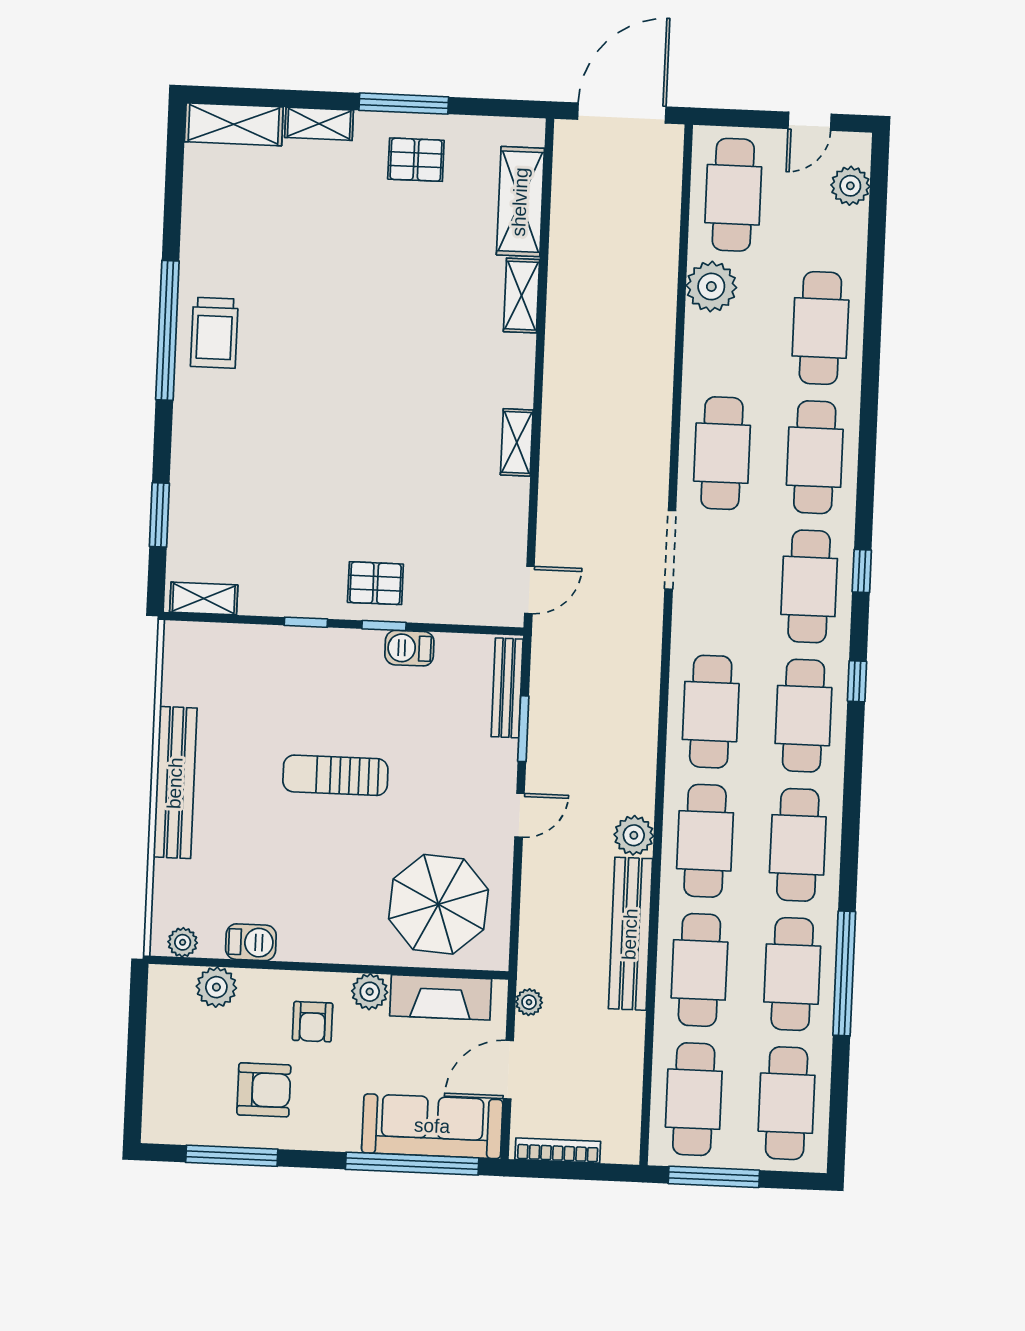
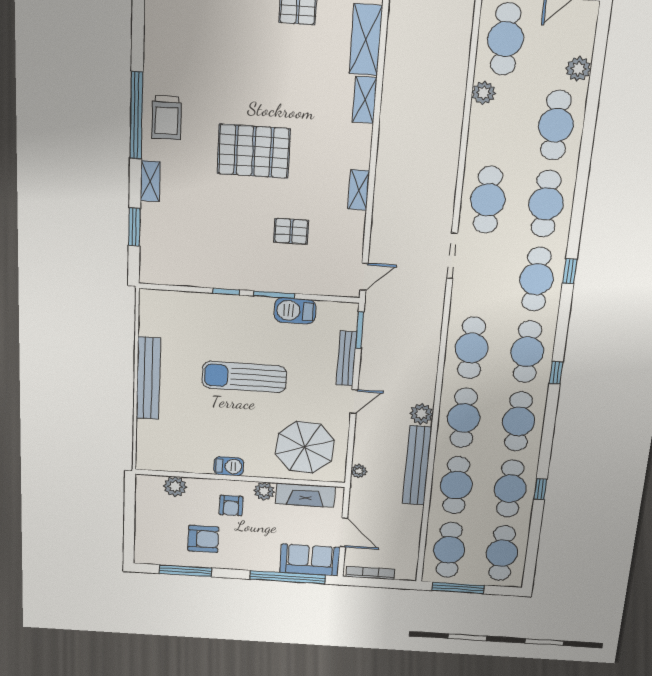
plant: (850, 186) -> (579, 69), moved
plant: (711, 286) -> (484, 93), width x0.73, depth x0.73
pallet: (350, 383) -> (254, 151), added
pallet: (375, 583) -> (291, 231), moved
shelving: (204, 599) -> (150, 181), moved, turned 90
window: (384, 626) -> (274, 295), width x1.50
barbecue: (409, 648) -> (295, 311), width x1.38, depth x1.27
window: (857, 681) -> (556, 373), moved
bench: (507, 688) -> (347, 358), moved
window: (523, 729) -> (360, 330), moved
sun lounger: (335, 775) -> (244, 377), width x1.36, depth x1.34
plant: (183, 942) -> (155, 463), removed
barbecue: (251, 942) -> (229, 466), moved
window: (844, 973) -> (540, 489), width x0.32
plant: (529, 1002) -> (359, 471), moved
door: (508, 1070) -> (344, 532), swing flipped
sofa: (432, 1126) -> (310, 560), width x0.73

